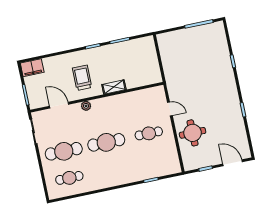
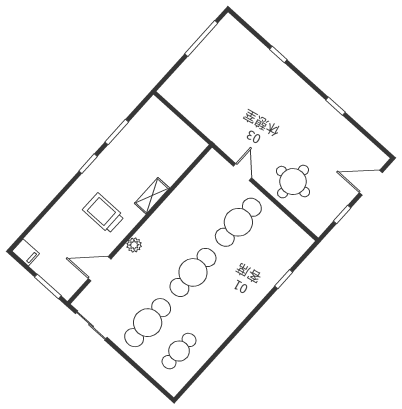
filing cabinet: (32, 68) -> (26, 252), width x0.50
door: (170, 109) -> (243, 172), hinge flipped
cafe table: (149, 133) -> (238, 222), width x1.37, depth x1.35

